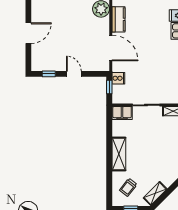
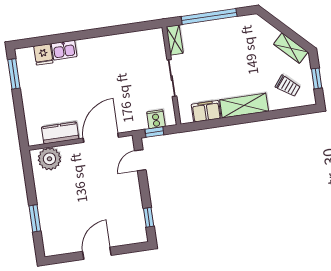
door: (28, 33) -> (97, 253), hinge flipped
door: (74, 74) -> (140, 160), moved
cooker: (118, 78) -> (156, 119), moved
filing cabinet: (122, 113) -> (206, 111), moved, turned -90

